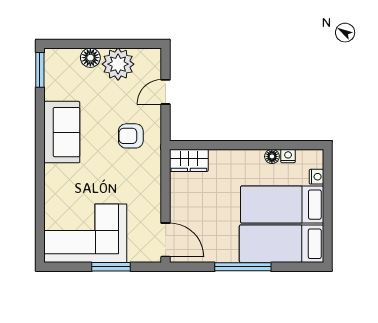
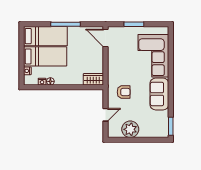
floor lamp: (90, 58) -> (145, 133), removed
corner sofa: (85, 233) -> (153, 56), moved, turned 90

